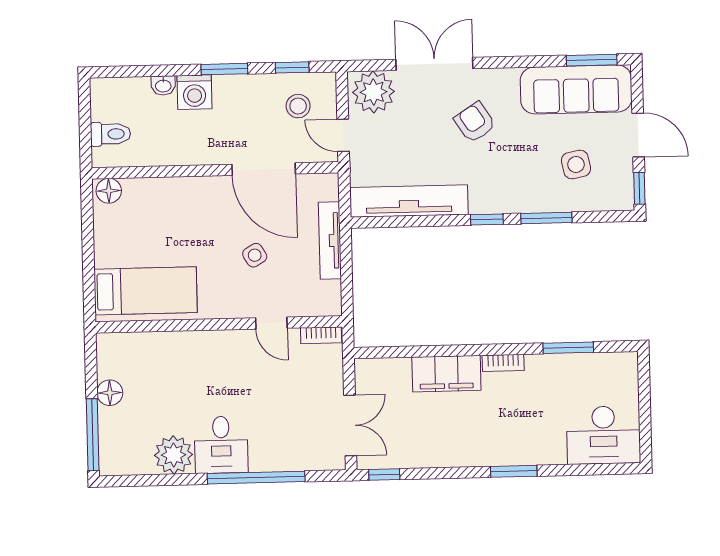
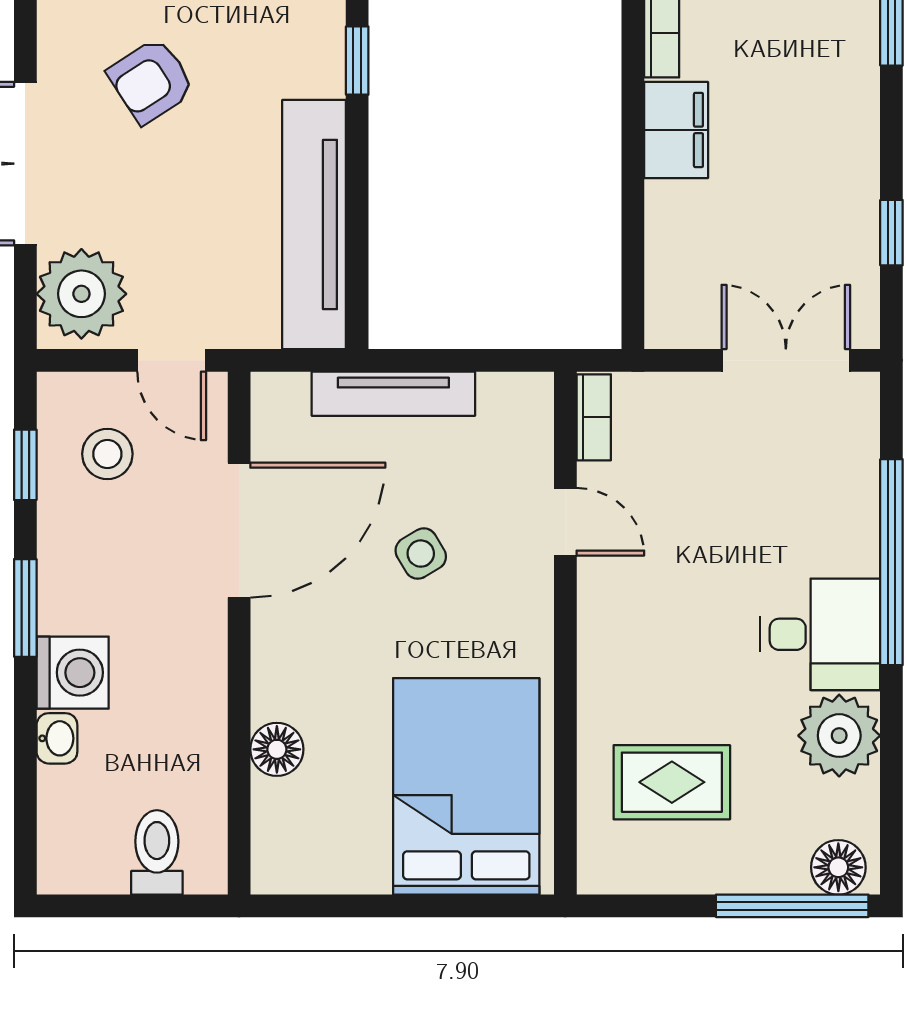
door: (343, 135) -> (172, 360), hinge flipped
floor lamp: (109, 191) -> (277, 749), moved
bed: (146, 291) -> (466, 786), width x1.50
door: (271, 323) -> (565, 522), hinge flipped
filing cabinet: (446, 374) -> (676, 130), width x0.67, depth x0.86
rug: (150, 376) -> (672, 782), added
floor lamp: (110, 393) -> (838, 867), moved
window: (384, 474) -> (891, 233), moved

